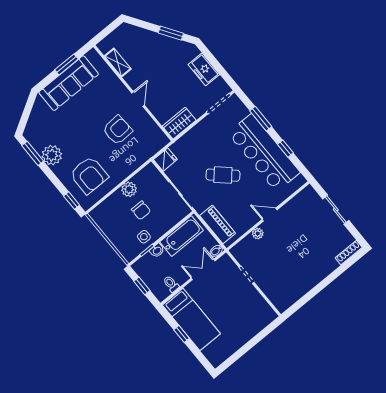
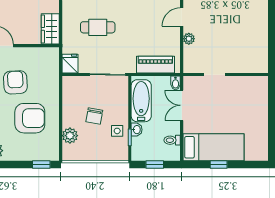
armchair: (89, 175) -> (30, 118), moved
cafe table: (223, 175) -> (98, 27), moved, turned 48
plant: (129, 189) -> (70, 136), moved
chair: (141, 210) -> (94, 116), turned 100

